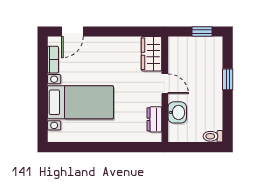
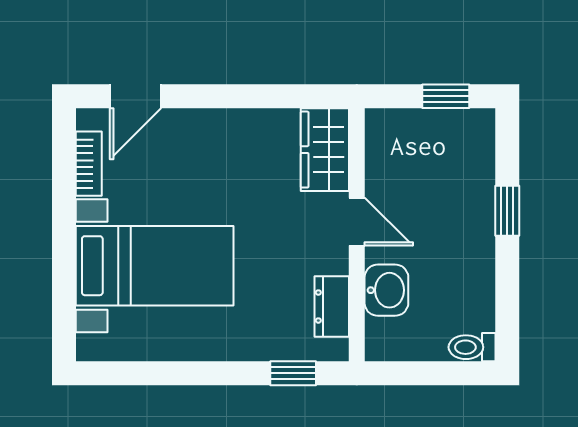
window: (138, 147) -> (293, 373), added

